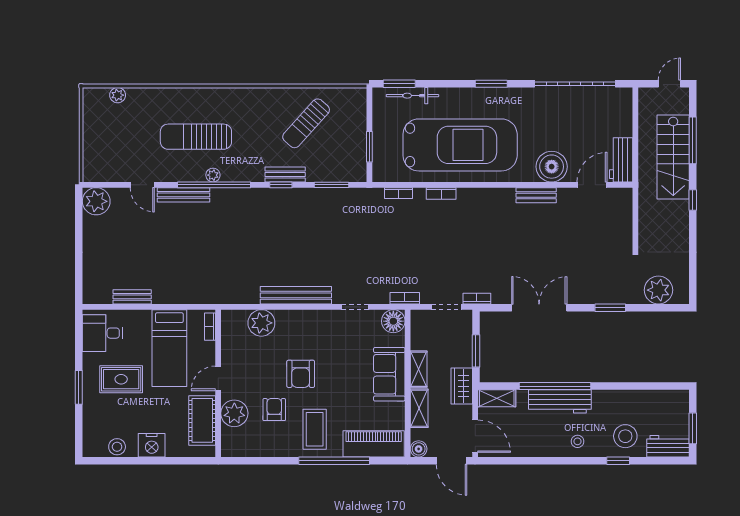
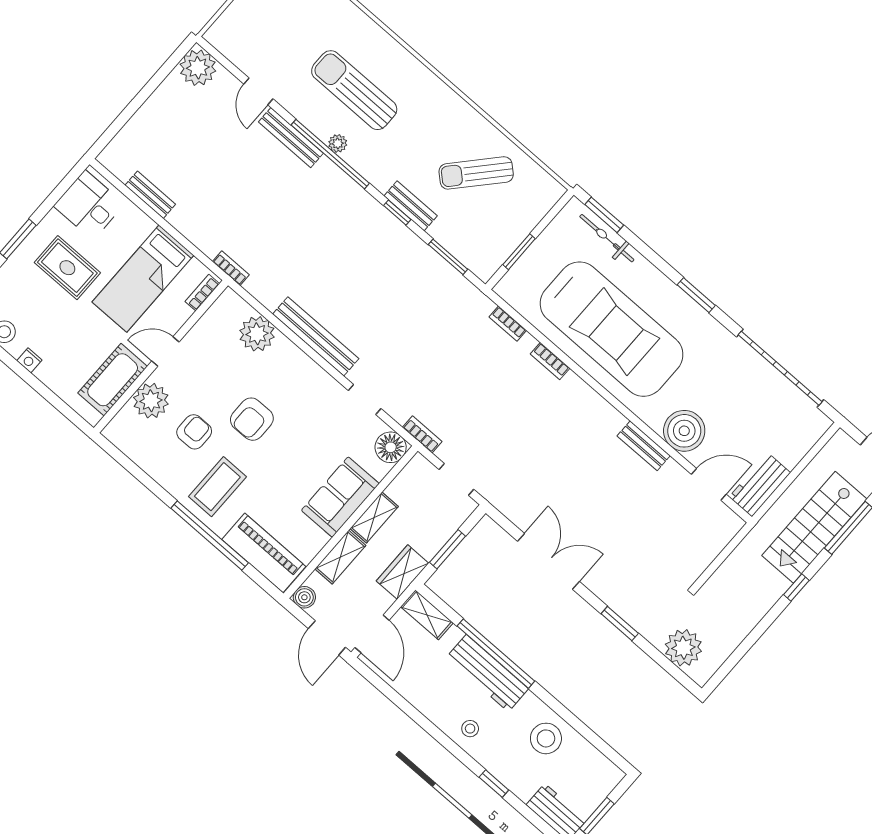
bookcase: (477, 299) -> (231, 268), moved
stool: (625, 436) -> (546, 738), moved
nightstand: (152, 445) -> (29, 360), width x0.53, depth x0.56

